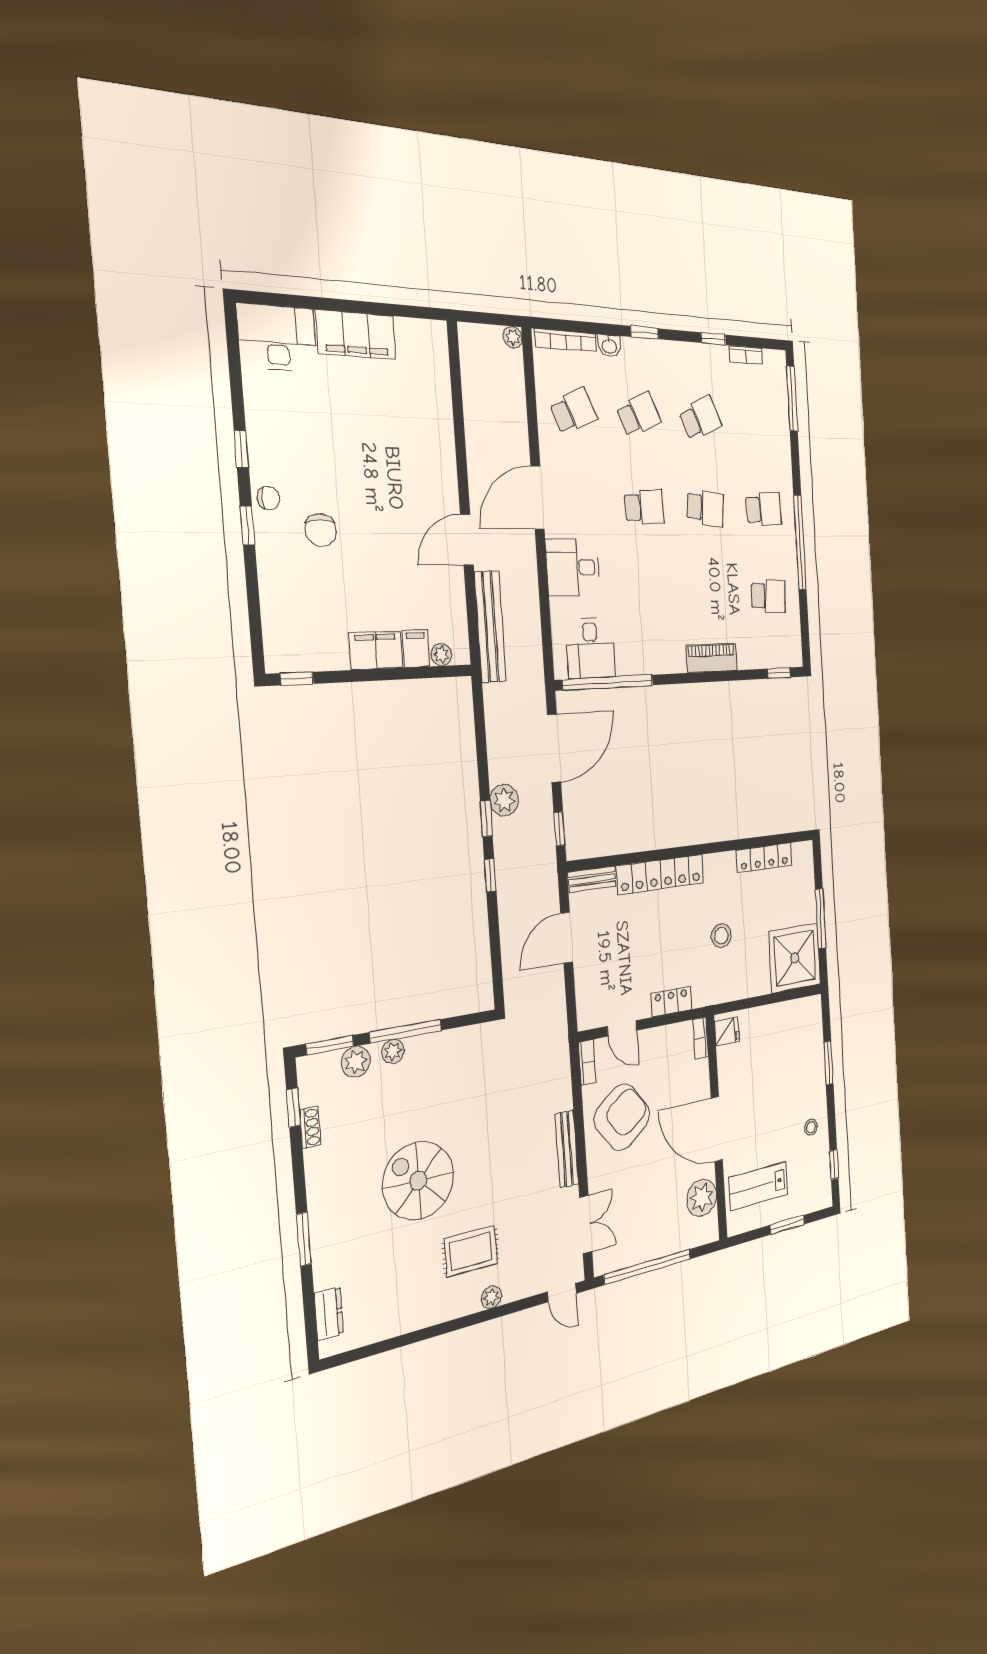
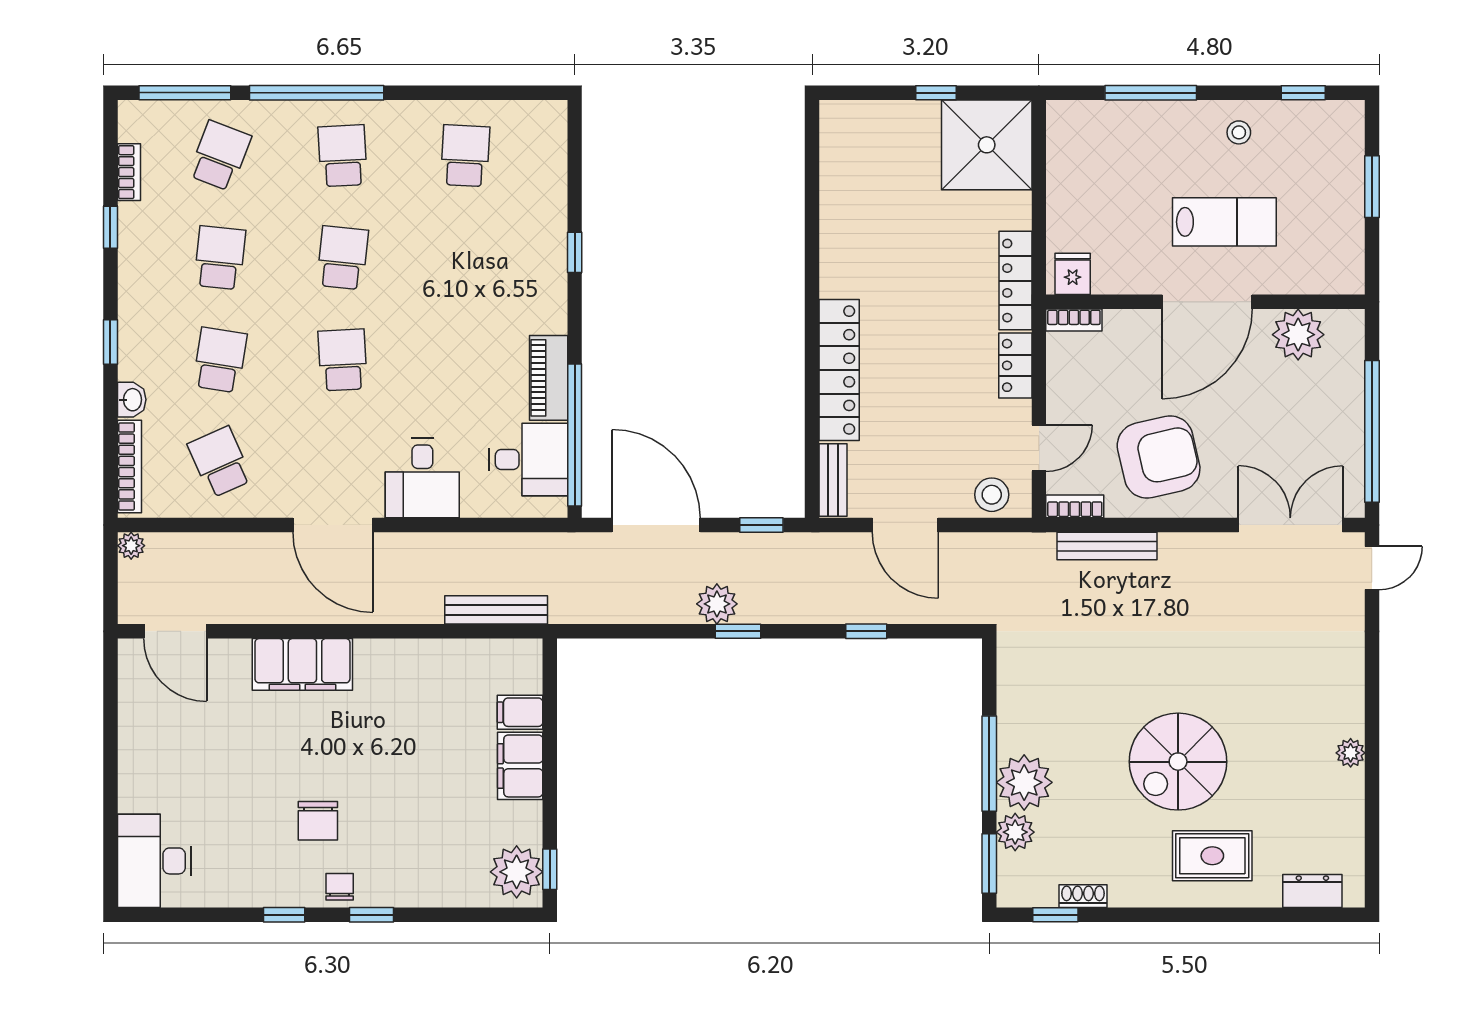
filing cabinet: (356, 335) -> (302, 664), moved, turned 90
school desk: (638, 415) -> (220, 360), turned 33
school desk: (700, 418) -> (220, 258), turned 30
school desk: (759, 421) -> (220, 156), added
chair: (321, 530) -> (318, 821), moved, turned 90
door: (467, 540) -> (175, 631), moved
window: (800, 542) -> (317, 93), moved
bench: (490, 627) -> (496, 610), width x0.73, depth x0.82
plant: (441, 655) -> (517, 872), moved, width x1.87, depth x1.87
piano: (712, 658) -> (549, 378), moved
window: (779, 673) -> (575, 252), moved
locker: (764, 858) -> (1015, 281), moved, turned 180
window: (490, 875) -> (866, 631), moved
window: (821, 919) -> (936, 93), width x0.46
stool: (721, 936) -> (992, 495), moved
plant: (393, 1051) -> (1024, 782), width x1.88, depth x1.88
window: (828, 1063) -> (1151, 93), width x1.44
armchair: (622, 1117) -> (1159, 457), turned 114
bench: (567, 1149) -> (1107, 546), moved
lab bench: (759, 1186) -> (1224, 222), moved, turned -90
double door: (586, 1225) -> (1290, 525), width x1.37
window: (304, 1239) -> (1215, 915), removed
rug: (471, 1251) -> (1212, 856), moved, turned 90
plant: (491, 1297) -> (1351, 753), moved

